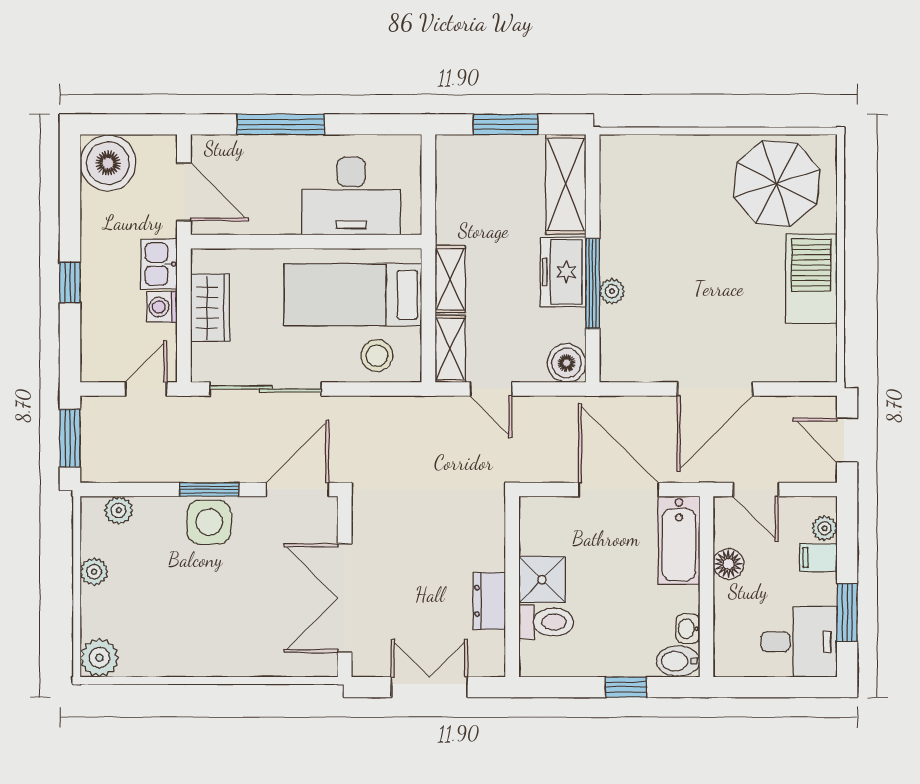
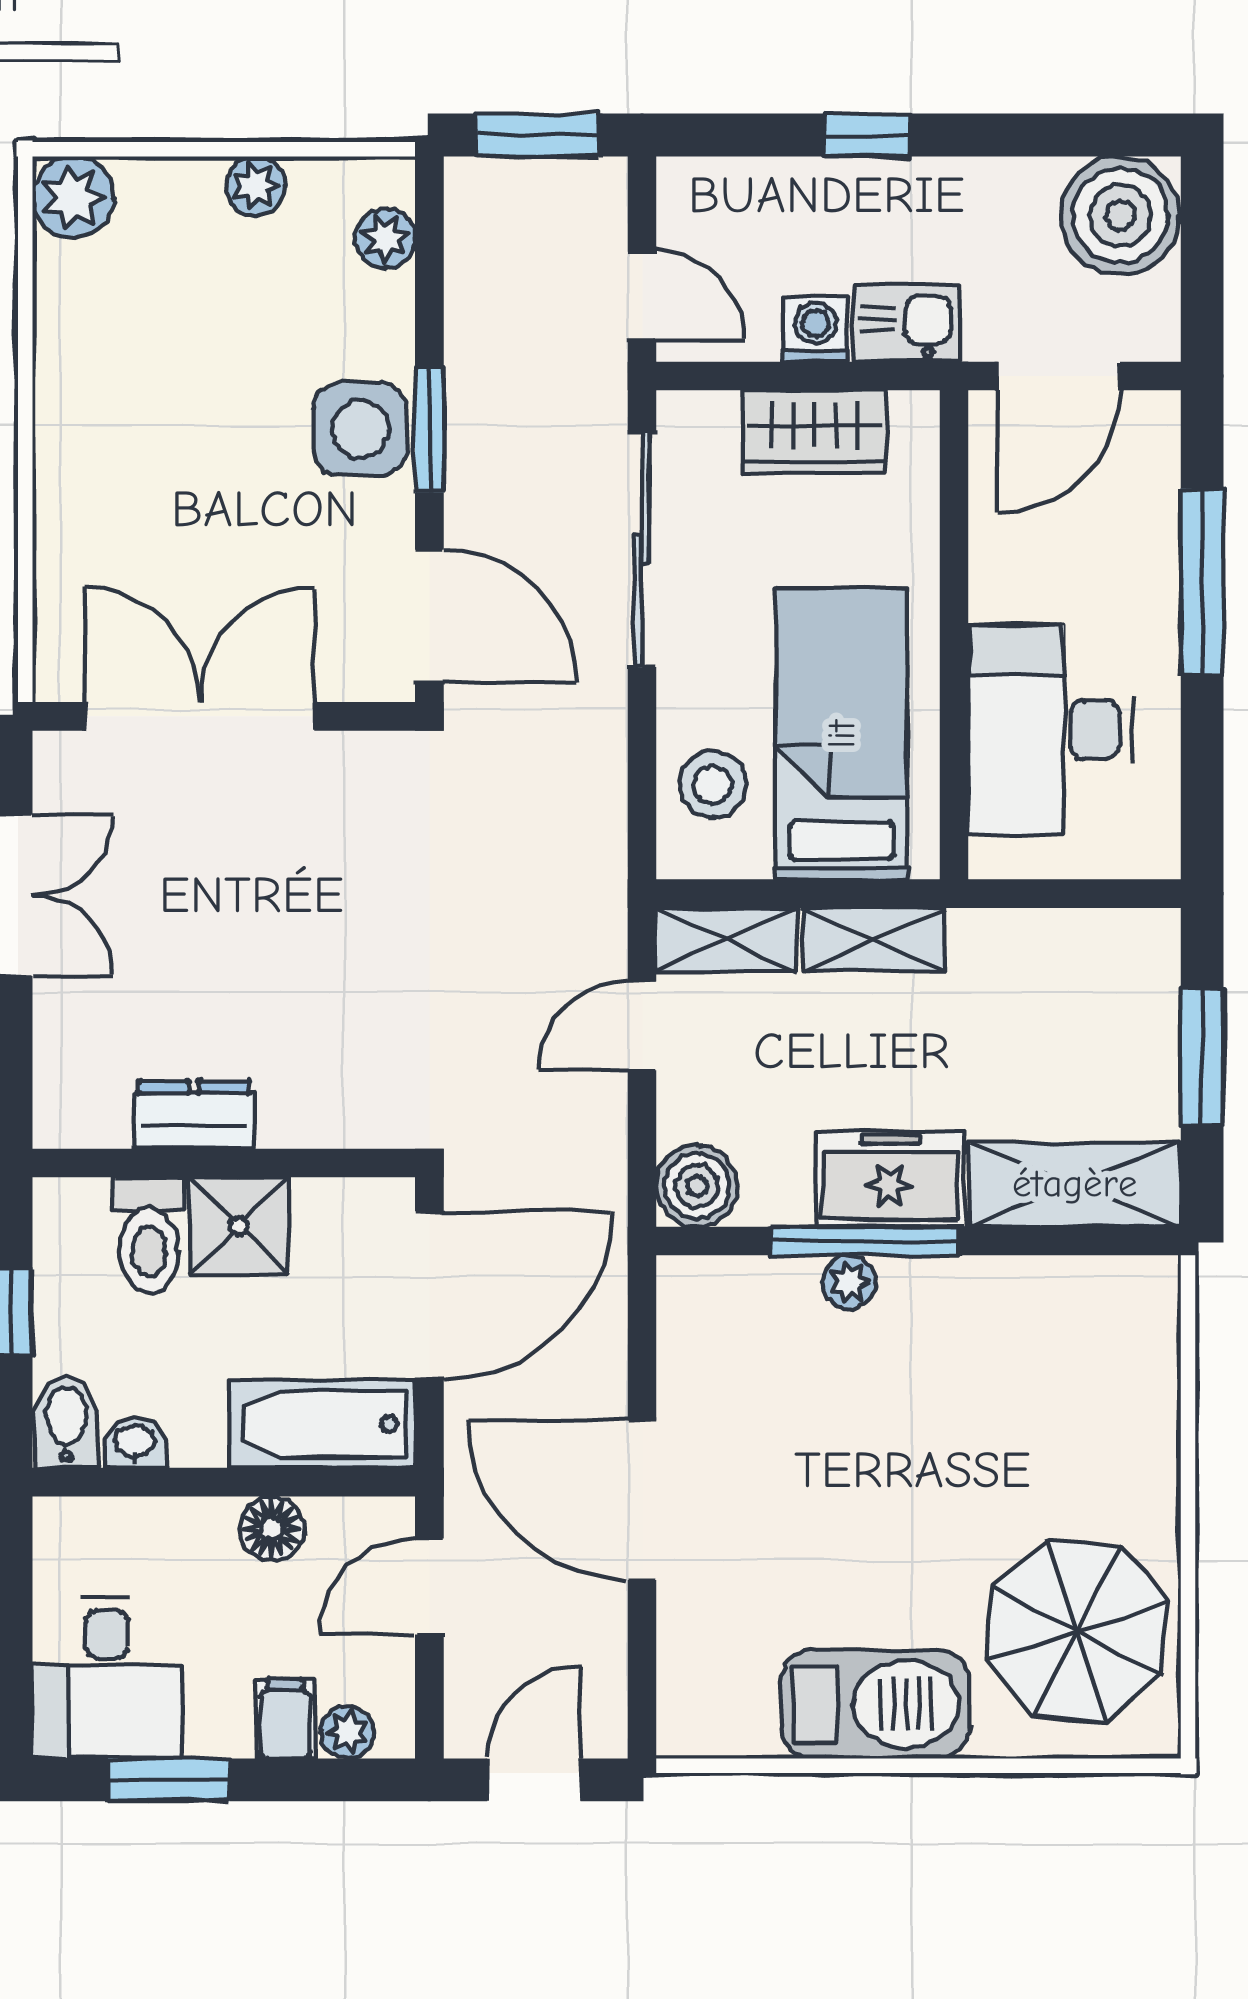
shower: (542, 580) -> (239, 1226), moved
wall: (512, 587) -> (224, 1163), moved
dresser: (489, 601) -> (194, 1115), moved
toilet: (546, 622) -> (149, 1235), moved

